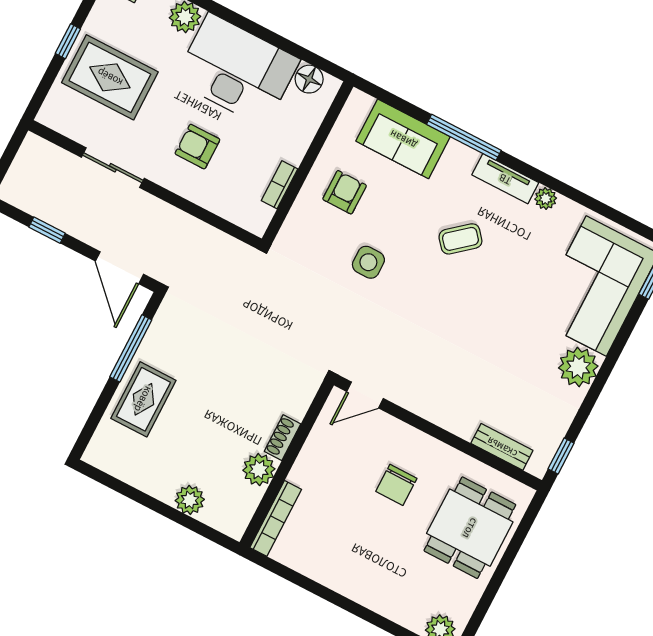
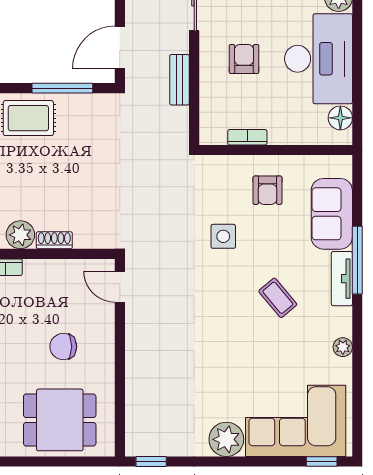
tv unit: (505, 179) -> (342, 279), moved
armchair: (345, 192) -> (267, 190), turned 90
bench: (502, 447) -> (179, 80), moved

